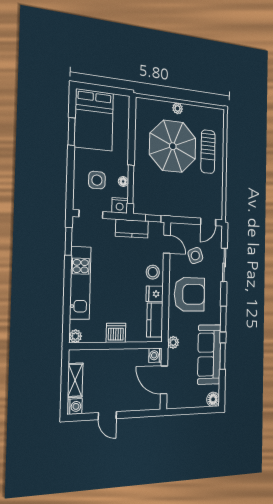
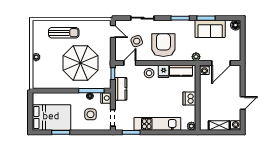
parasol: (173, 146) -> (80, 63), moved
sofa: (209, 354) -> (210, 29), width x0.73

